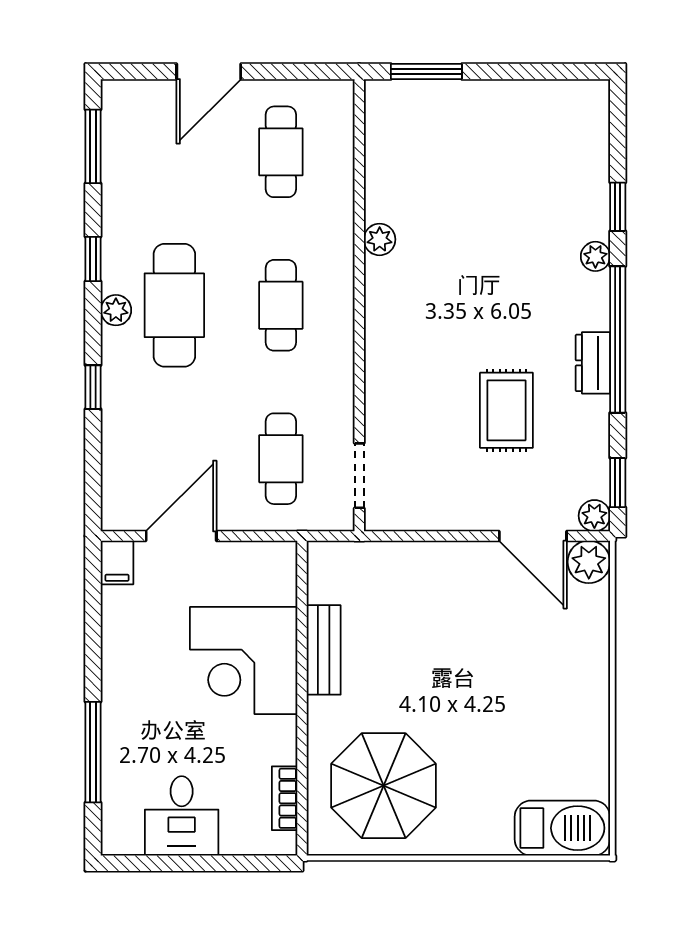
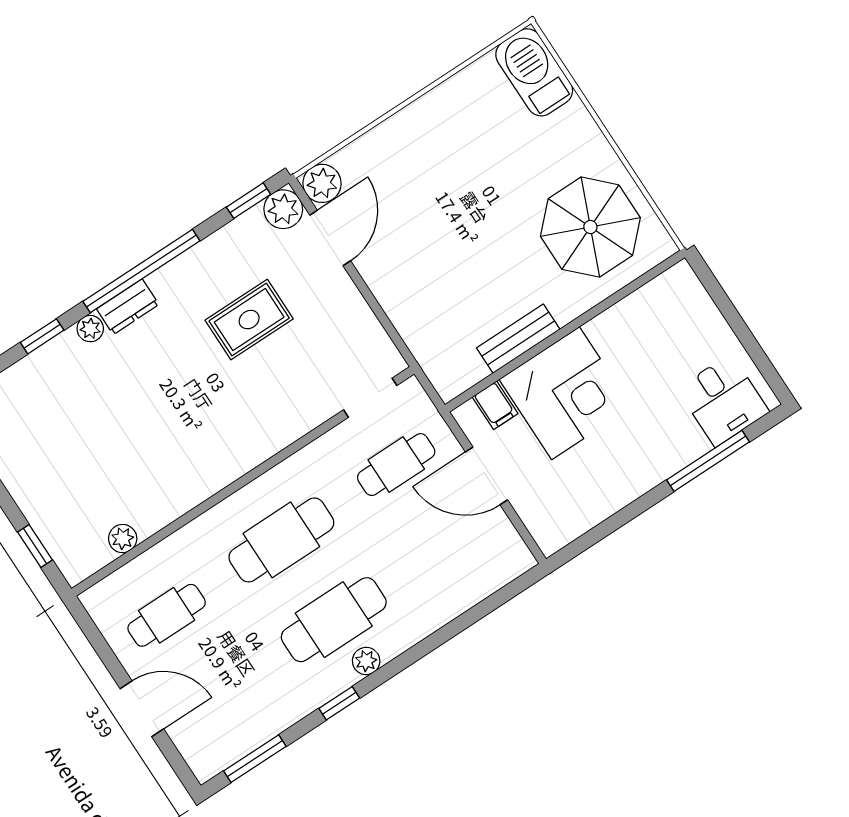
window: (426, 71) -> (35, 546), width x0.67
plant: (380, 239) -> (123, 539), moved
cafe table: (281, 305) -> (281, 540), width x1.37, depth x1.35
dresser: (593, 363) -> (128, 307), moved
window: (93, 387) -> (435, 640), removed
plant: (594, 516) -> (283, 209), width x1.38, depth x1.38
door: (181, 536) -> (486, 476), moved
filing cabinet: (117, 562) -> (495, 405), moved, turned 90
bookcase: (285, 798) -> (648, 295), removed
desk: (182, 816) -> (723, 400), moved, turned 90

